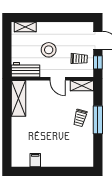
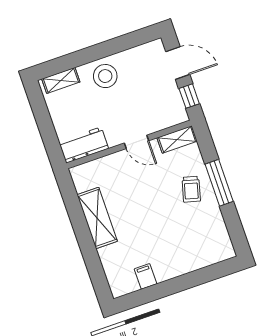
stool: (49, 50) -> (105, 76), moved
trolley: (79, 59) -> (159, 100), removed
shelving: (19, 98) -> (97, 218), moved

